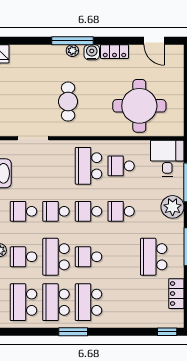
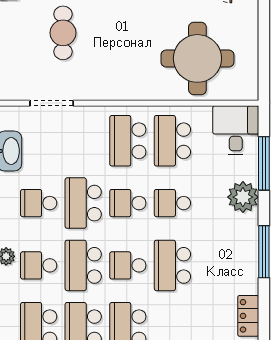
cafe table: (68, 102) -> (63, 33), moved
school desk: (121, 166) -> (172, 141), width x1.85
school desk: (56, 211) -> (83, 203), width x1.85
school desk: (154, 257) -> (172, 265), moved

